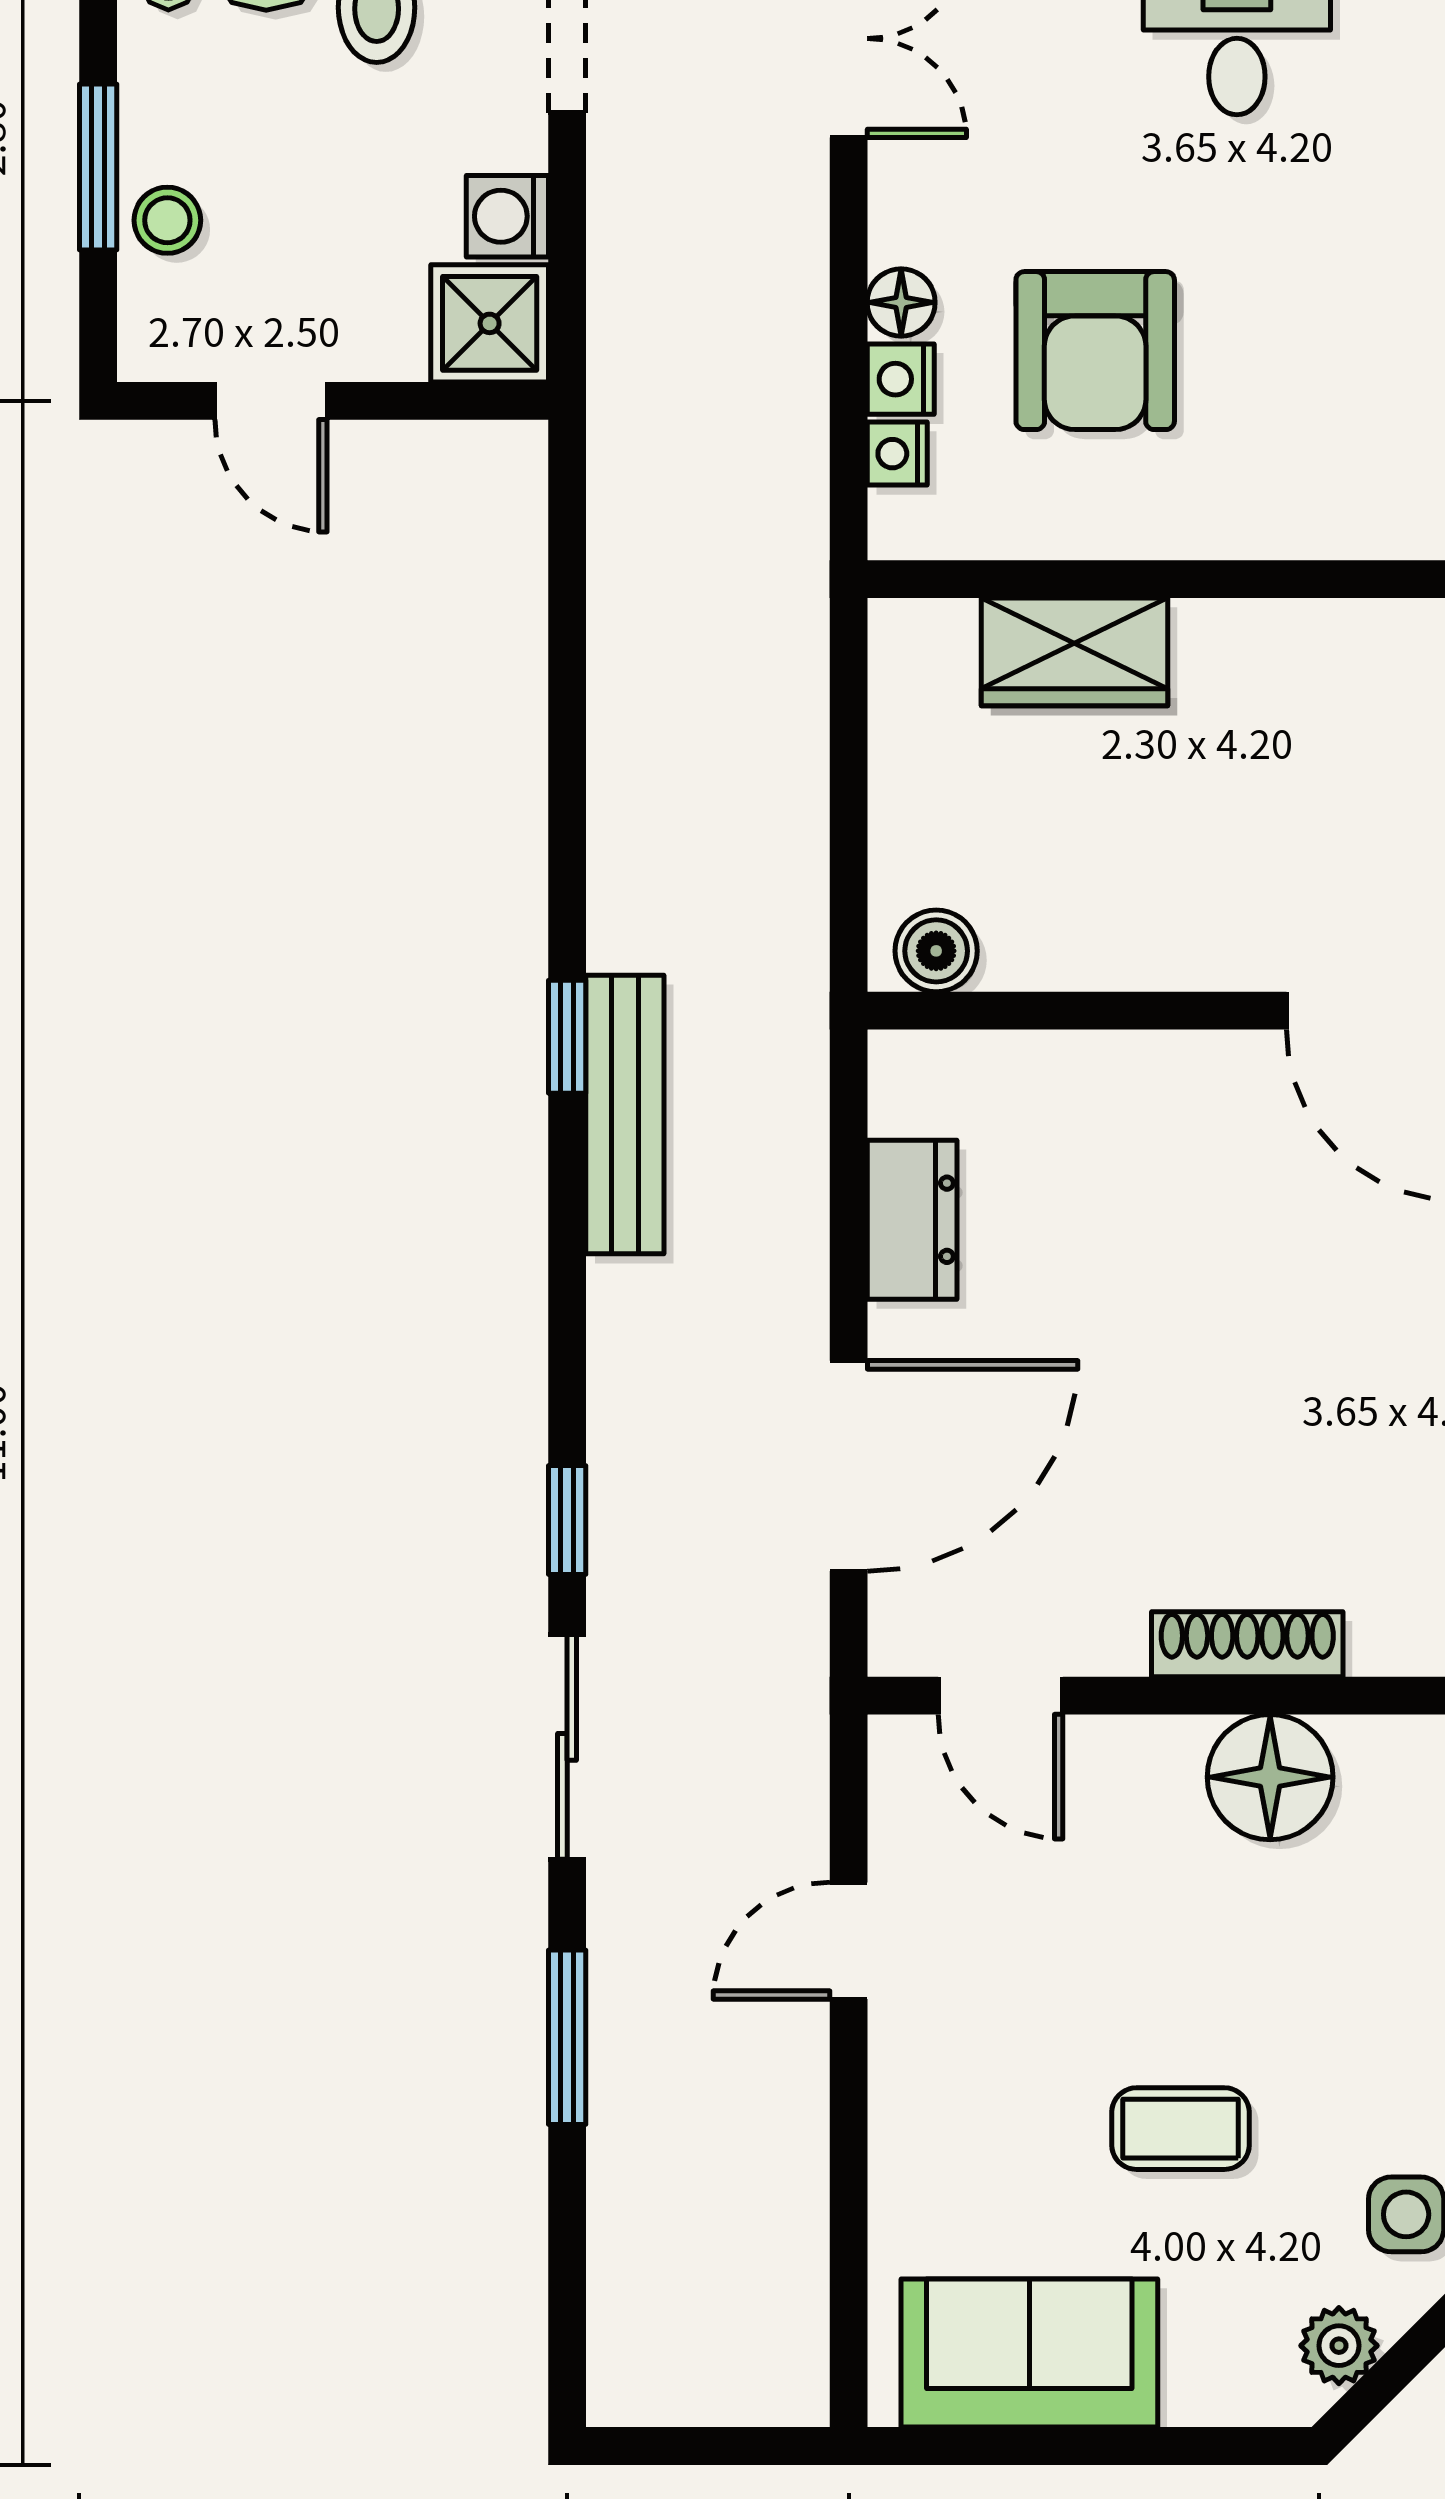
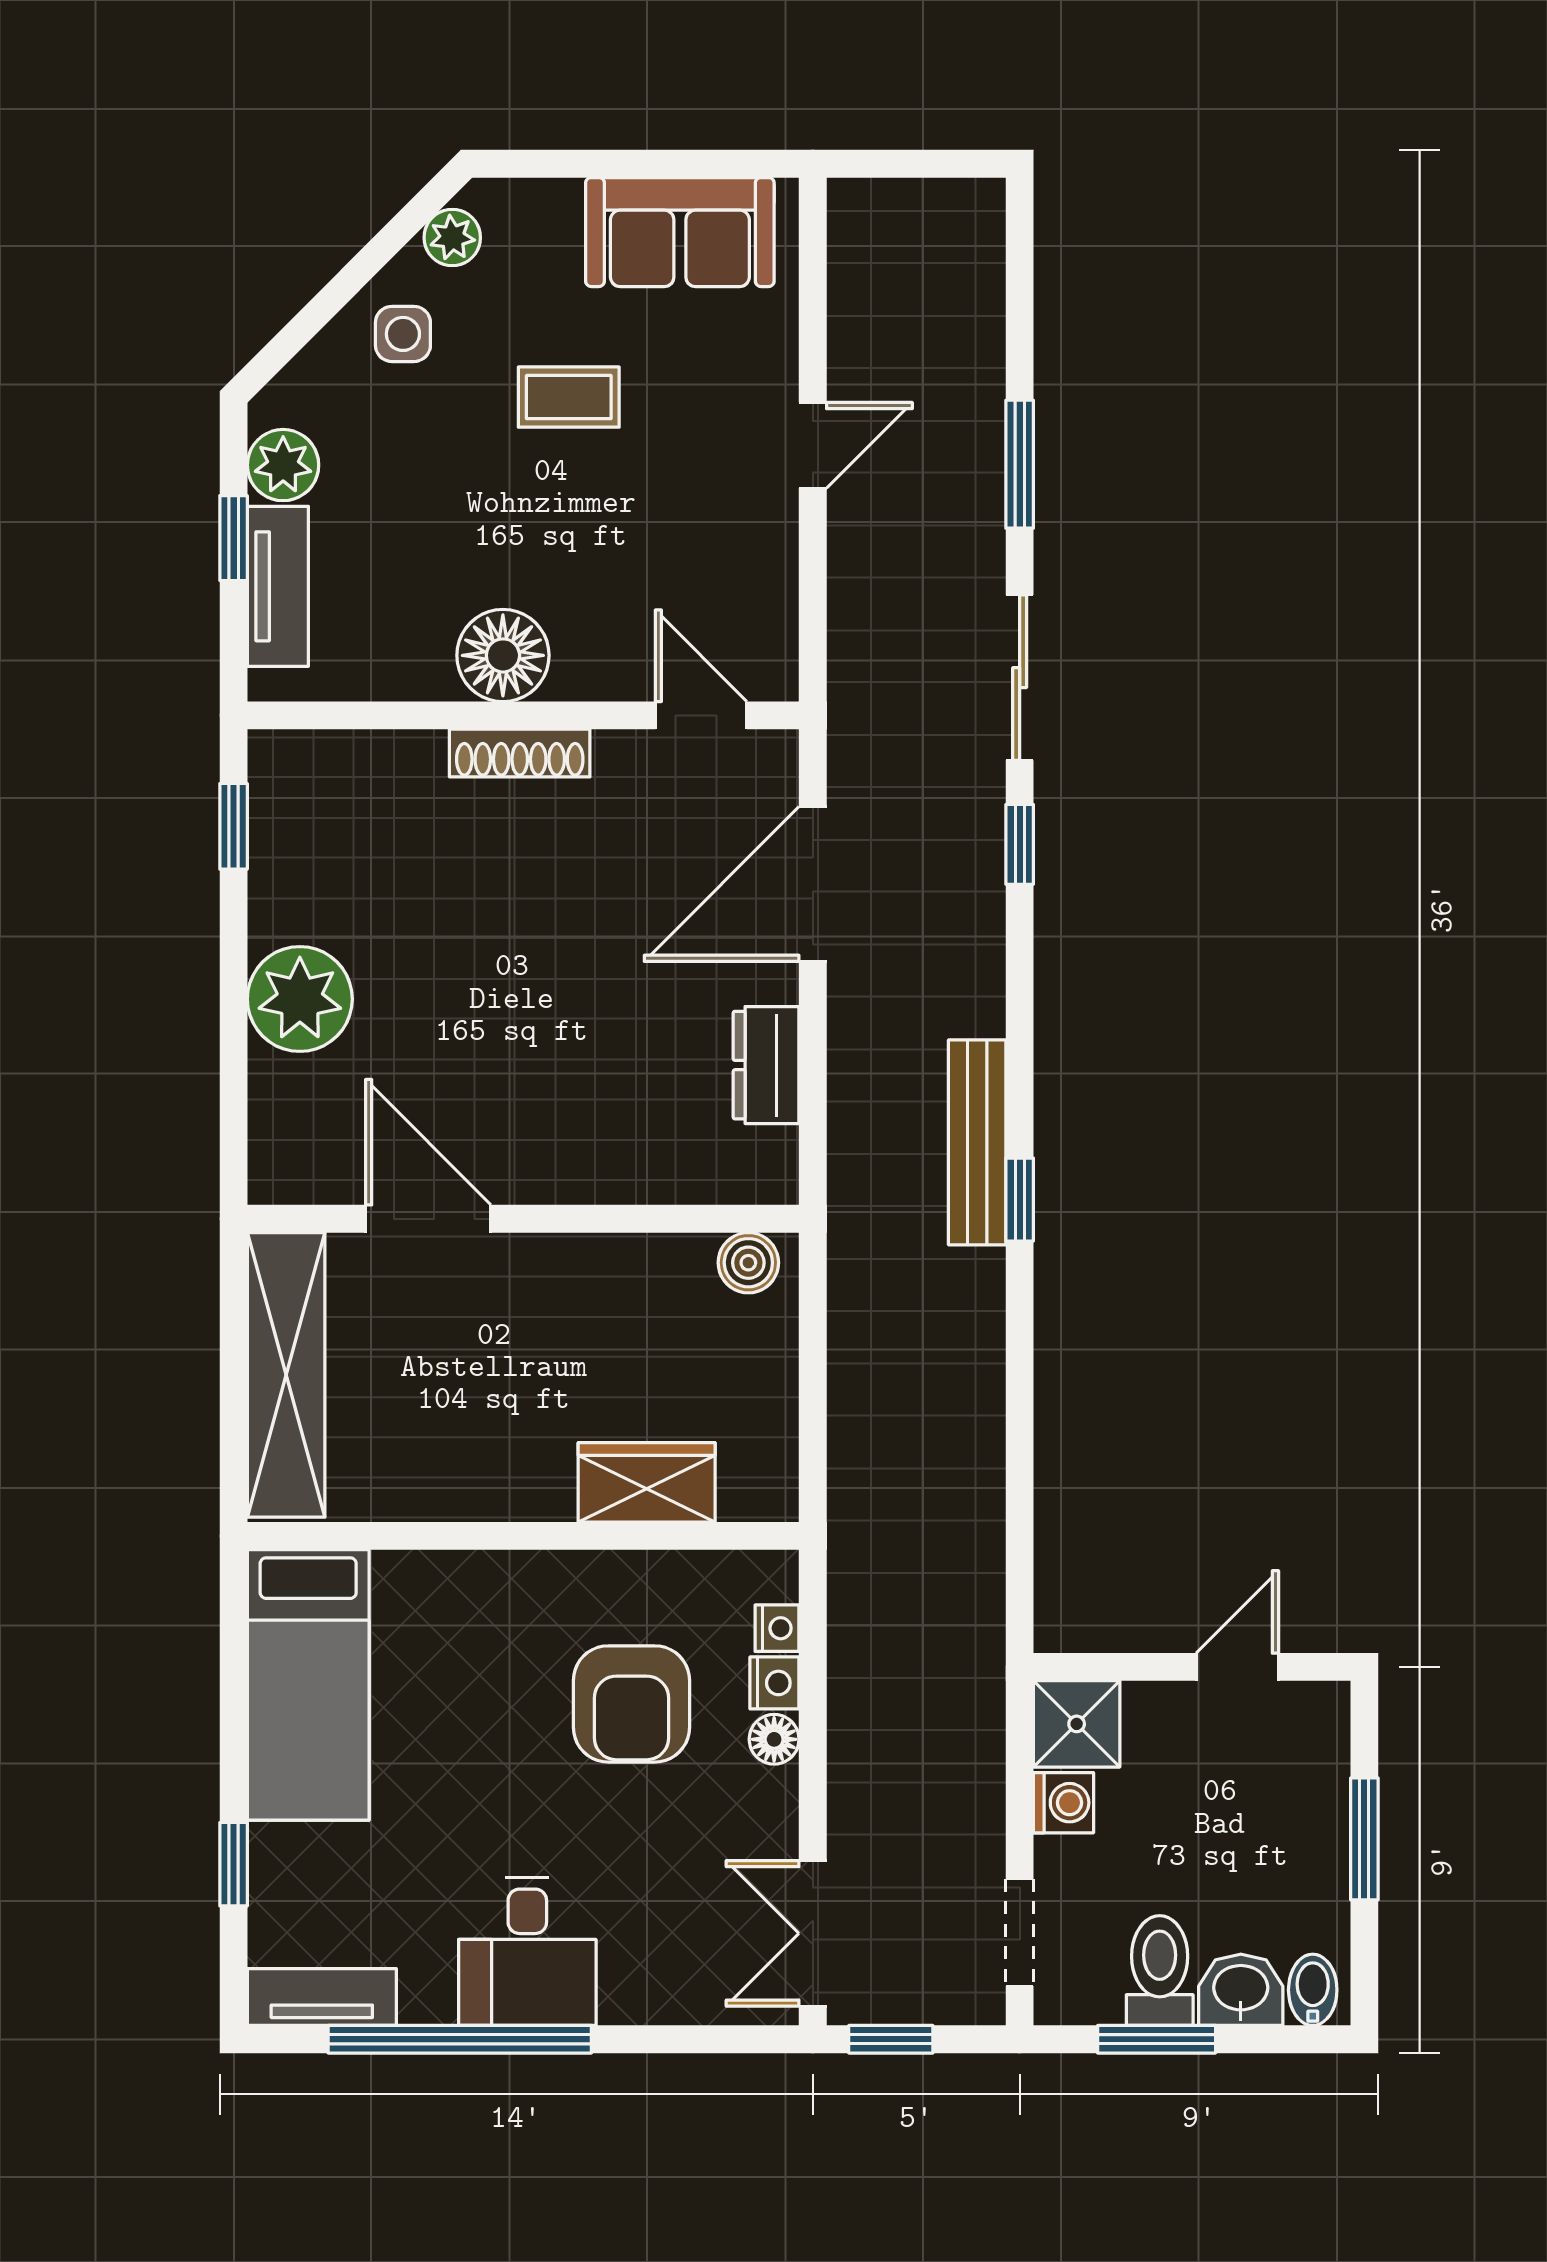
stool: (167, 220) -> (1313, 1800), removed
armchair: (1095, 351) -> (631, 1704), turned 180
door: (271, 401) -> (1237, 1667), hinge flipped
door: (849, 1941) -> (813, 445), moved

